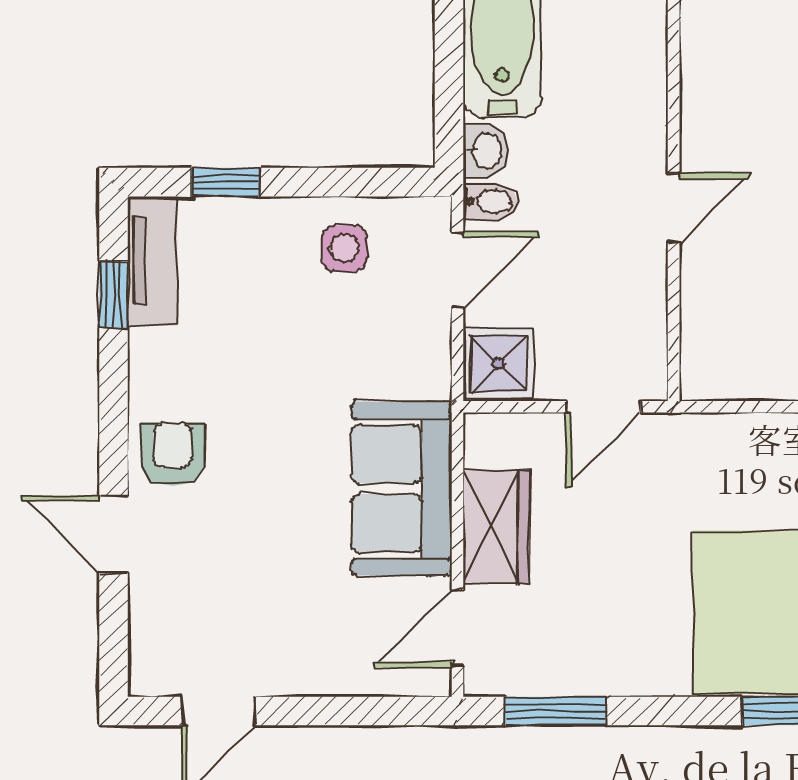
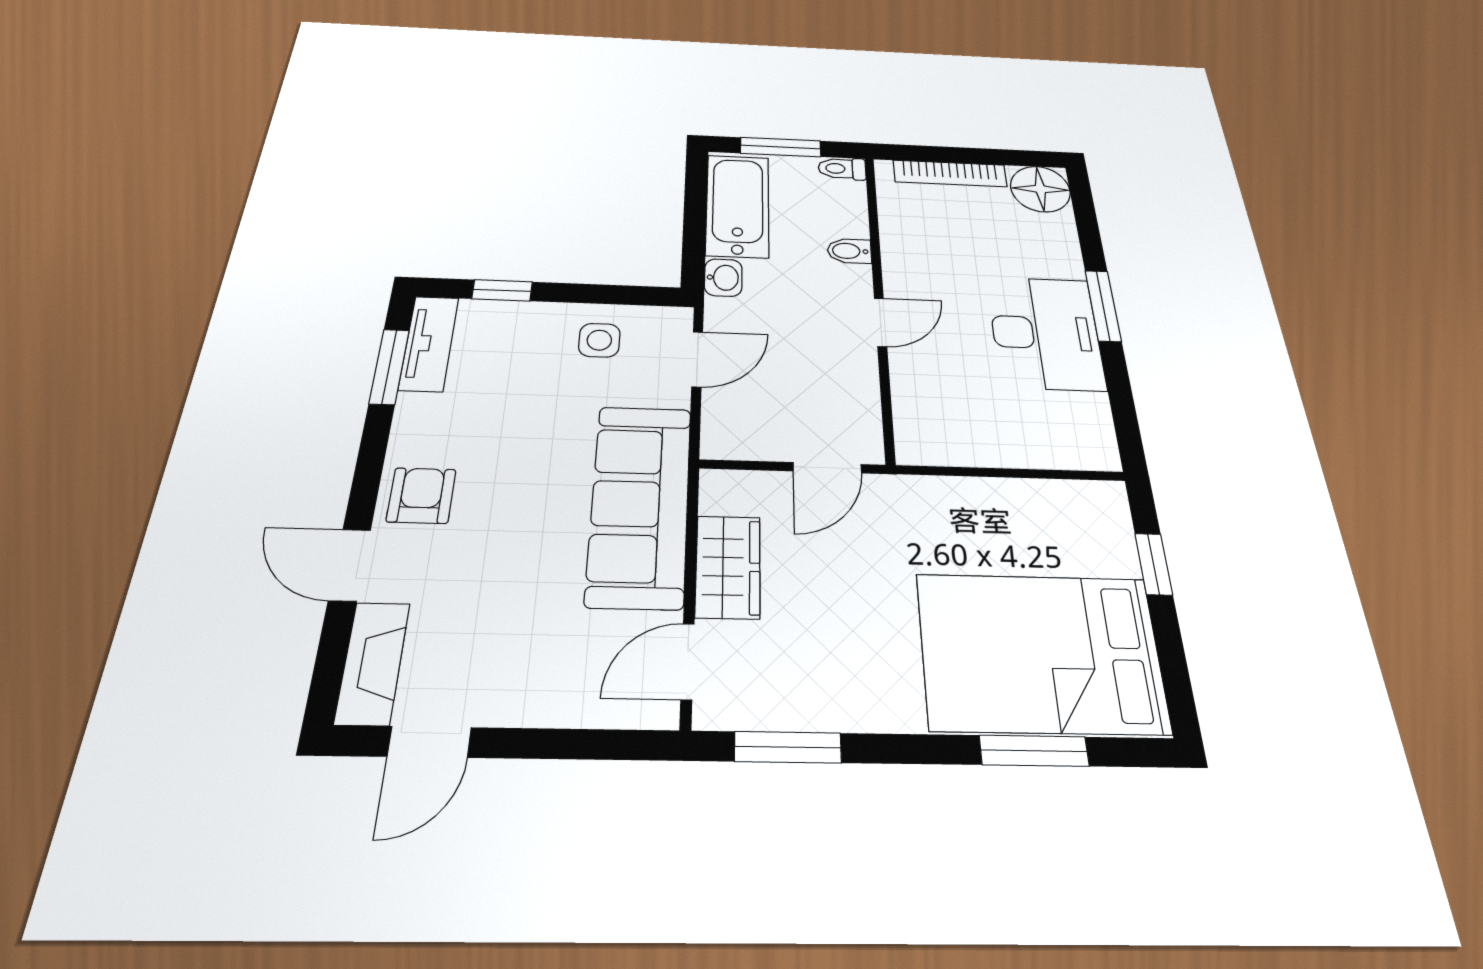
bidet: (490, 201) -> (849, 251), moved, turned 180
window: (114, 294) -> (389, 367), width x1.50
shower: (498, 364) -> (732, 431), removed
sofa: (402, 489) -> (640, 504), width x1.36
fireplace: (154, 636) -> (373, 663), added

